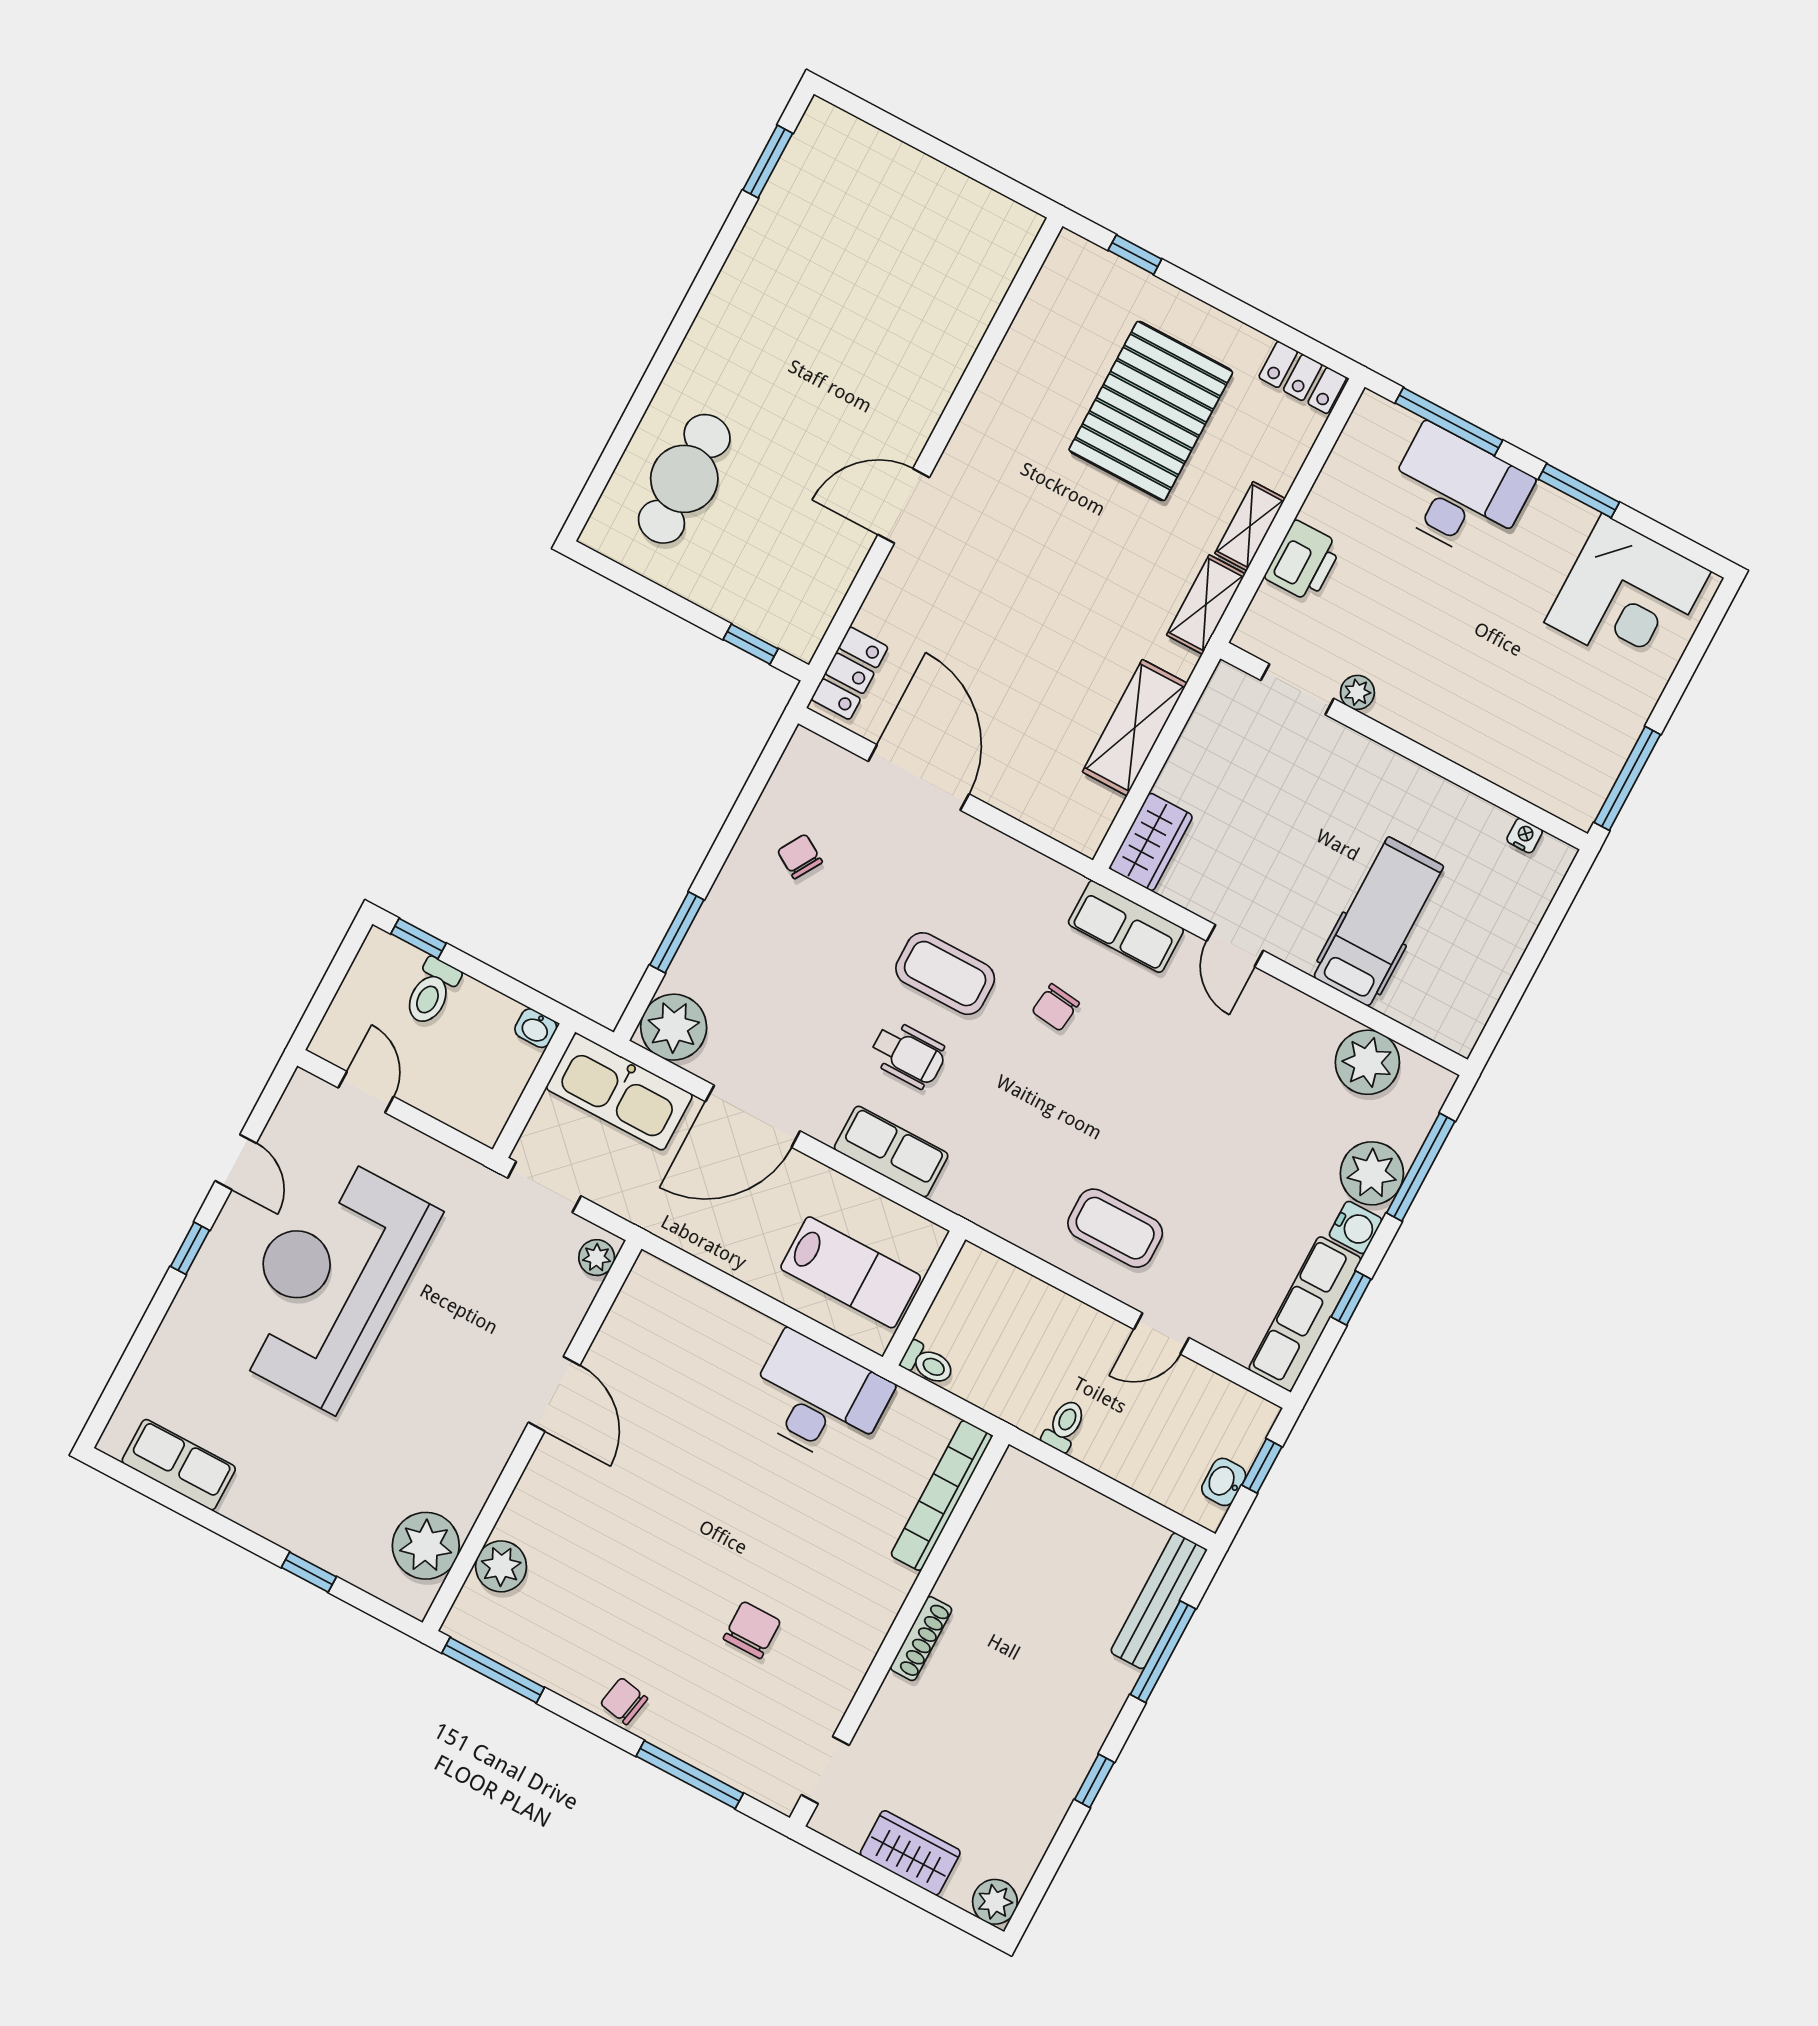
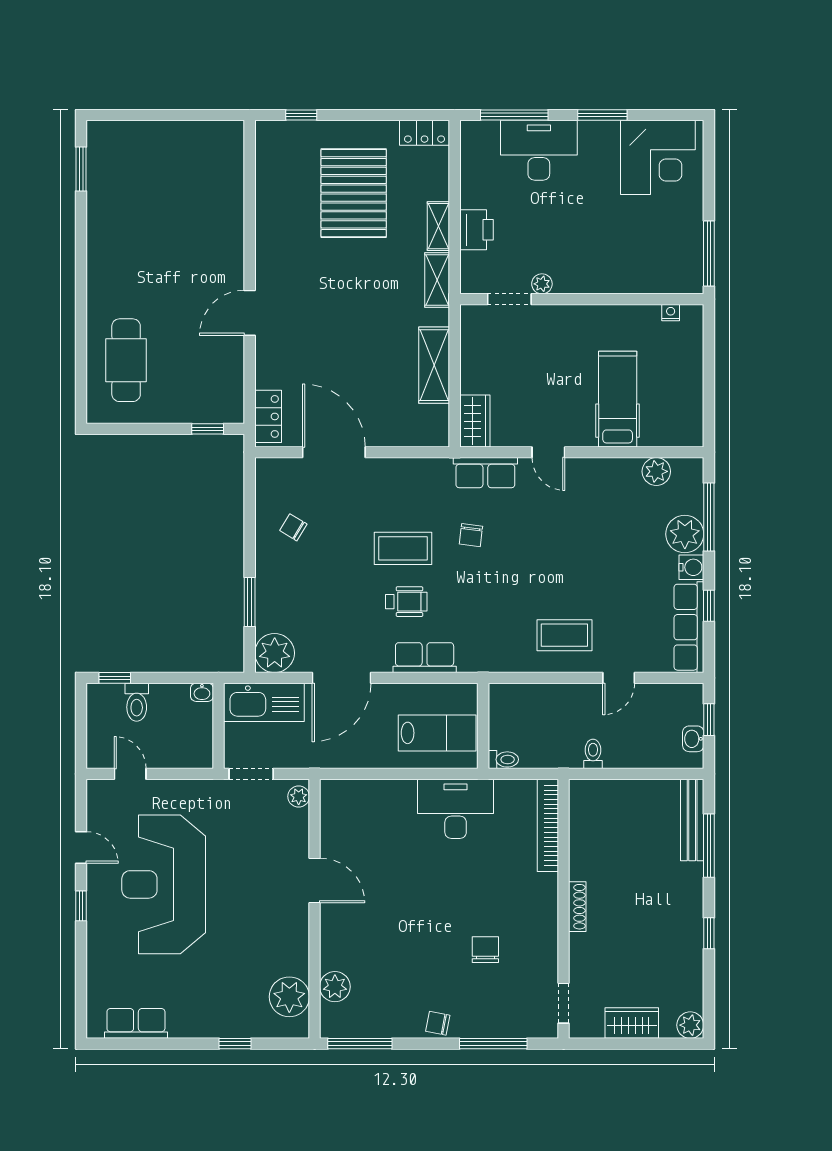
plant: (1367, 1062) -> (656, 471), width x0.73, depth x0.73

